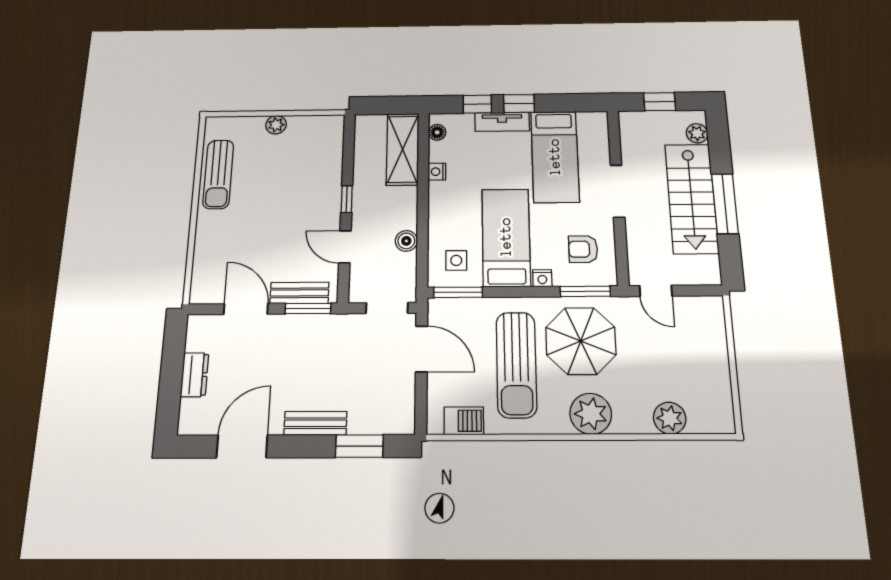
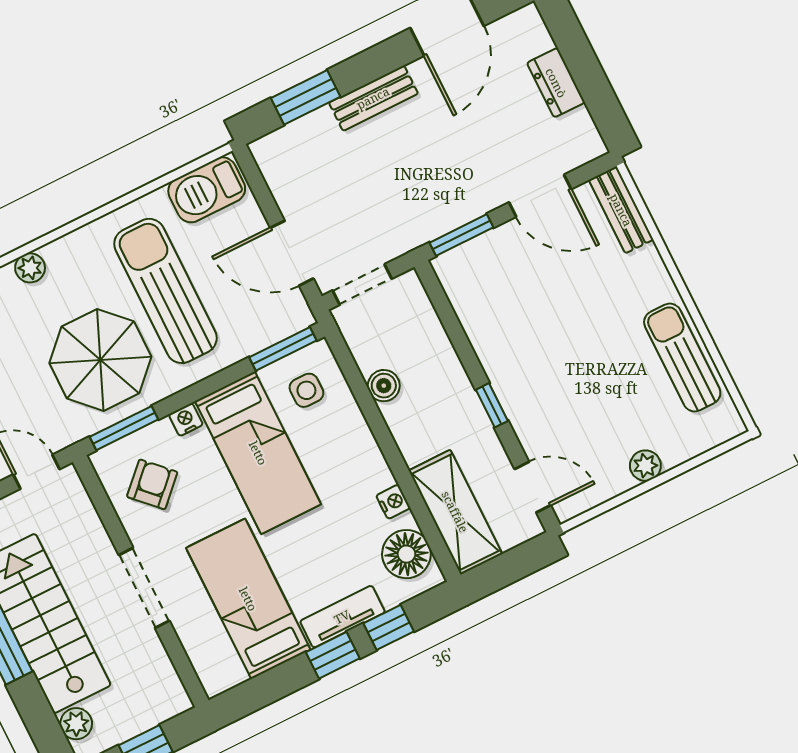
floor lamp: (437, 132) -> (406, 554), width x1.89, depth x1.89
door: (345, 247) -> (533, 487), moved
armchair: (583, 249) -> (152, 484), turned -45
bench: (299, 293) -> (621, 210), moved, turned 90
plant: (591, 414) -> (30, 268), width x0.53, depth x0.53
barbecue: (464, 421) -> (207, 190), width x1.38, depth x1.27

